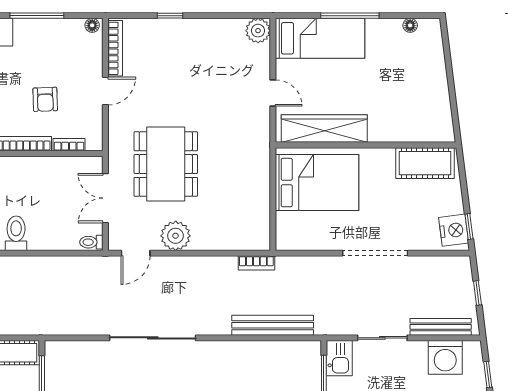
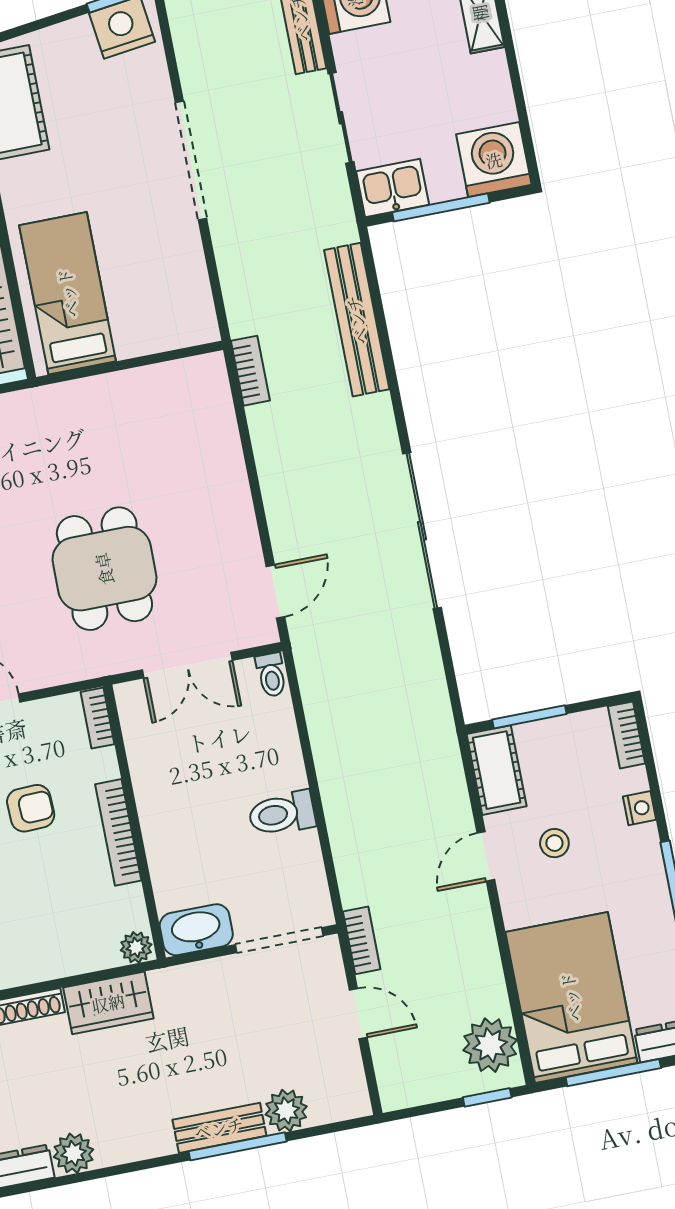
bookcase: (69, 145) -> (98, 718), moved
dining table: (166, 164) -> (104, 569), width x0.73
bed: (317, 183) -> (68, 293), width x0.67
plant: (176, 236) -> (230, 526), removed
door: (136, 253) -> (275, 592), hinge flipped

